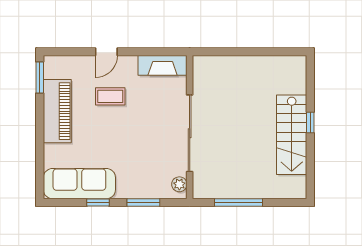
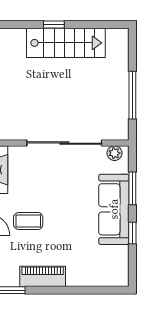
coffee table: (110, 96) -> (28, 221), turned 90
piano: (57, 111) -> (43, 276), width x0.73, depth x0.75
sofa: (79, 184) -> (114, 209), moved

